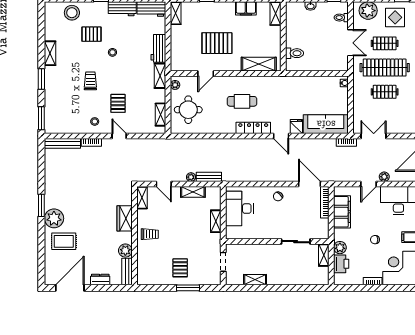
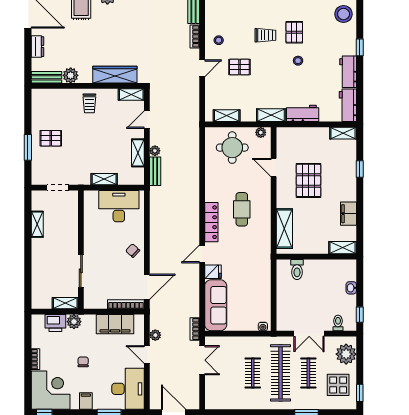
pallet: (92, 34) -> (294, 32), moved
plant: (384, 177) -> (155, 335), moved
wardrobe: (125, 218) -> (115, 75), width x1.50

